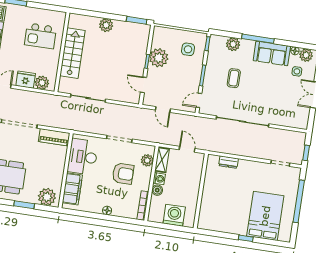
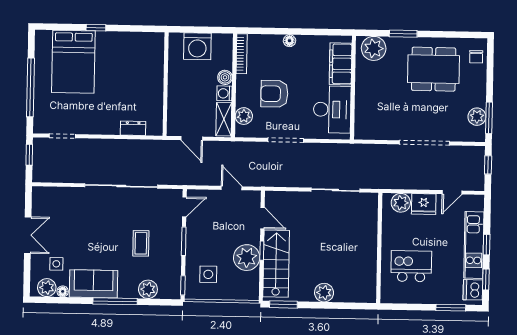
stairs: (73, 53) -> (276, 264), moved, turned 180
piano: (54, 137) -> (375, 131), removed

